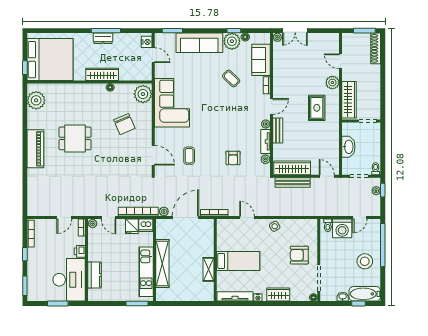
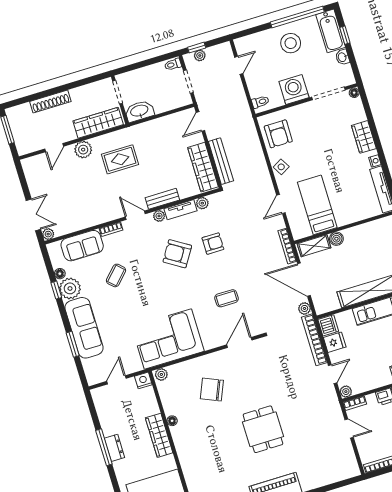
window: (172, 31) -> (73, 344), moved
nightstand: (147, 42) -> (143, 380), moved
shoe rack: (376, 48) -> (50, 101), moved
plant: (143, 94) -> (161, 374), width x0.53, depth x0.53
chair: (124, 124) -> (212, 390), turned -134
armchair: (233, 129) -> (177, 254), added
dining table: (75, 138) -> (263, 429), moved
washbasin: (348, 147) -> (139, 111), moved
door: (360, 218) -> (239, 65), hinge flipped
washing machine: (342, 228) -> (294, 89), moved, turned -90
window: (383, 245) -> (297, 17), moved
boiler: (209, 251) -> (336, 239), added
armchair: (299, 255) -> (278, 134), moved
bed: (238, 261) -> (317, 205), moved
shelving: (208, 269) -> (314, 246), moved

